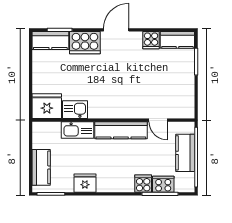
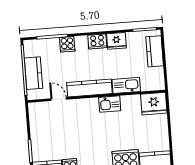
kitchen sink: (75, 110) -> (110, 104), moved
cooker: (163, 184) -> (97, 41), moved

